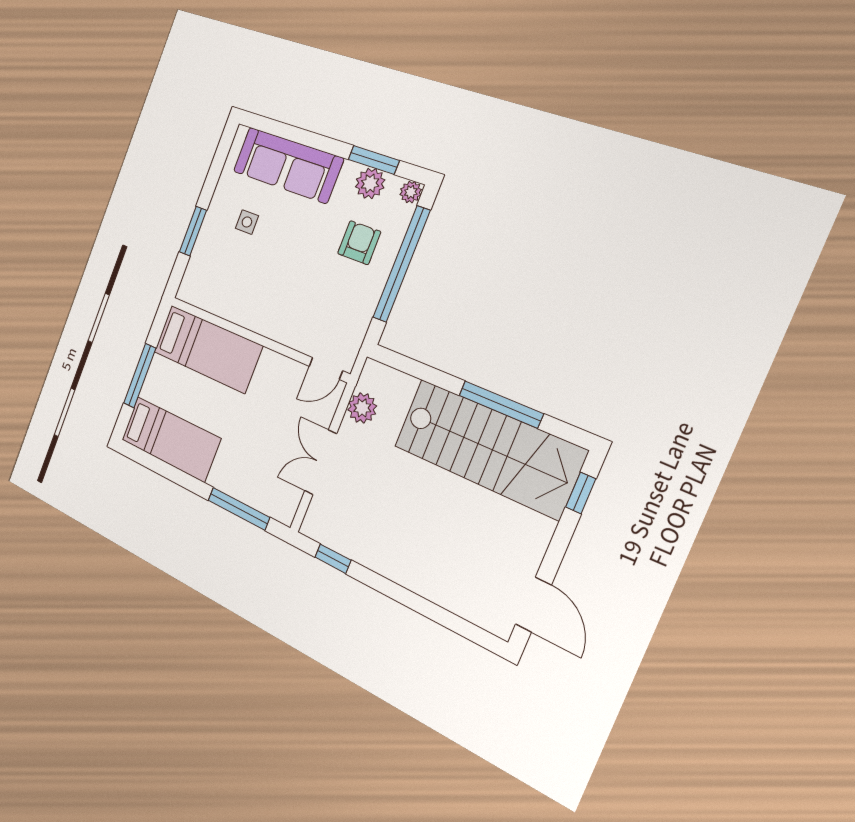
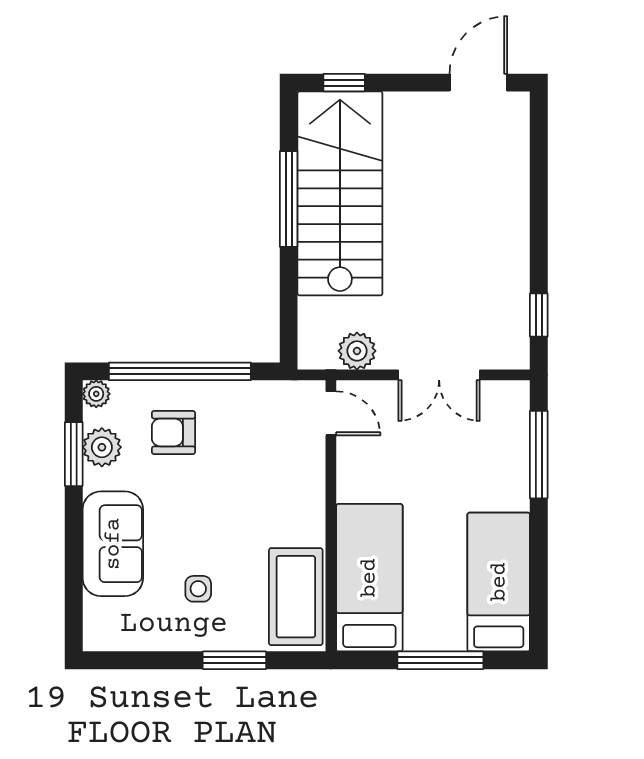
sofa: (288, 165) -> (113, 544), width x0.73
coffee table: (215, 291) -> (296, 597), added

